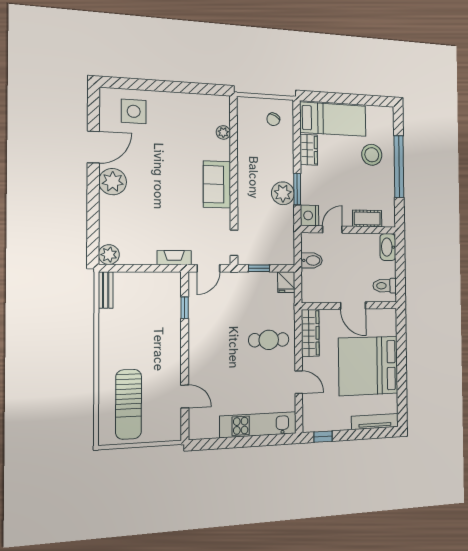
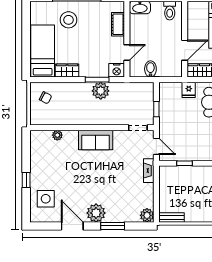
window: (161, 86) -> (26, 180), added
window: (93, 205) -> (113, 226), added
door: (332, 229) -> (127, 52), swing flipped
fridge: (286, 282) -> (189, 90), moved, turned 90
door: (353, 306) -> (185, 50), moved

